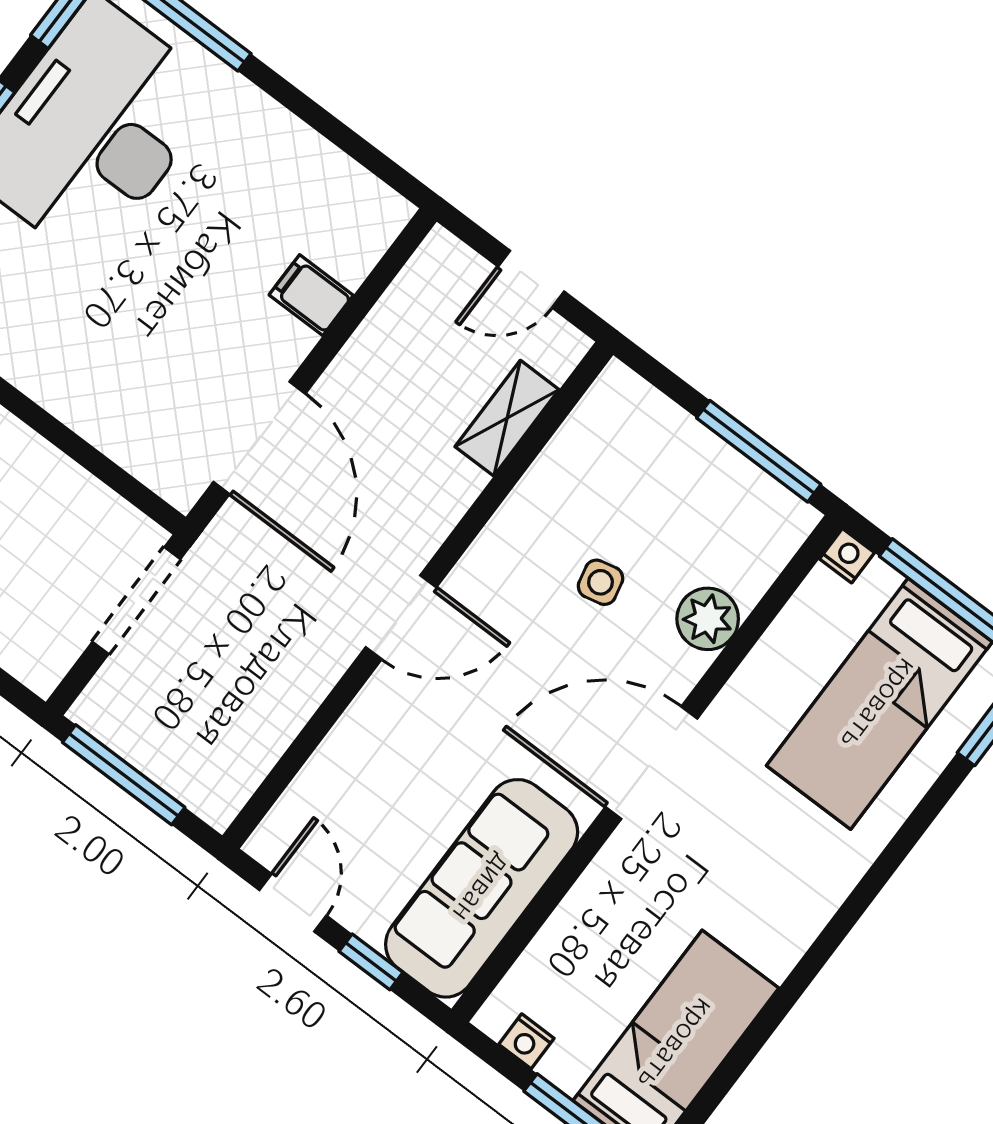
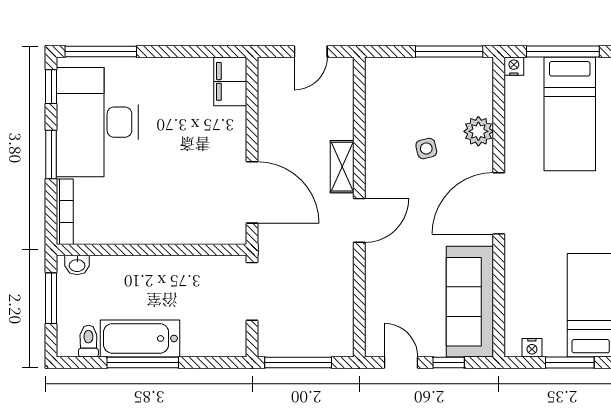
filing cabinet: (311, 295) -> (230, 81), moved, width x2.00
shelving: (507, 418) -> (342, 167), moved

